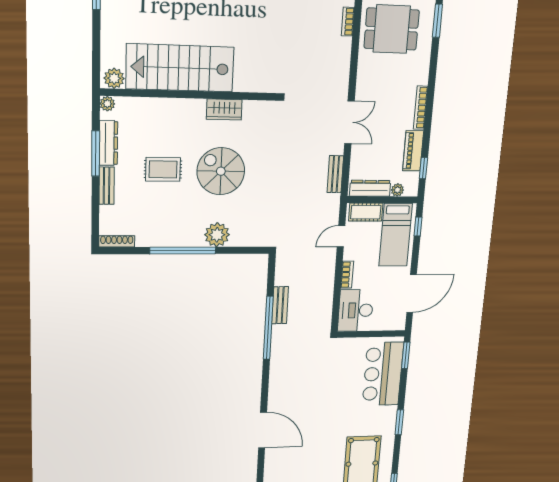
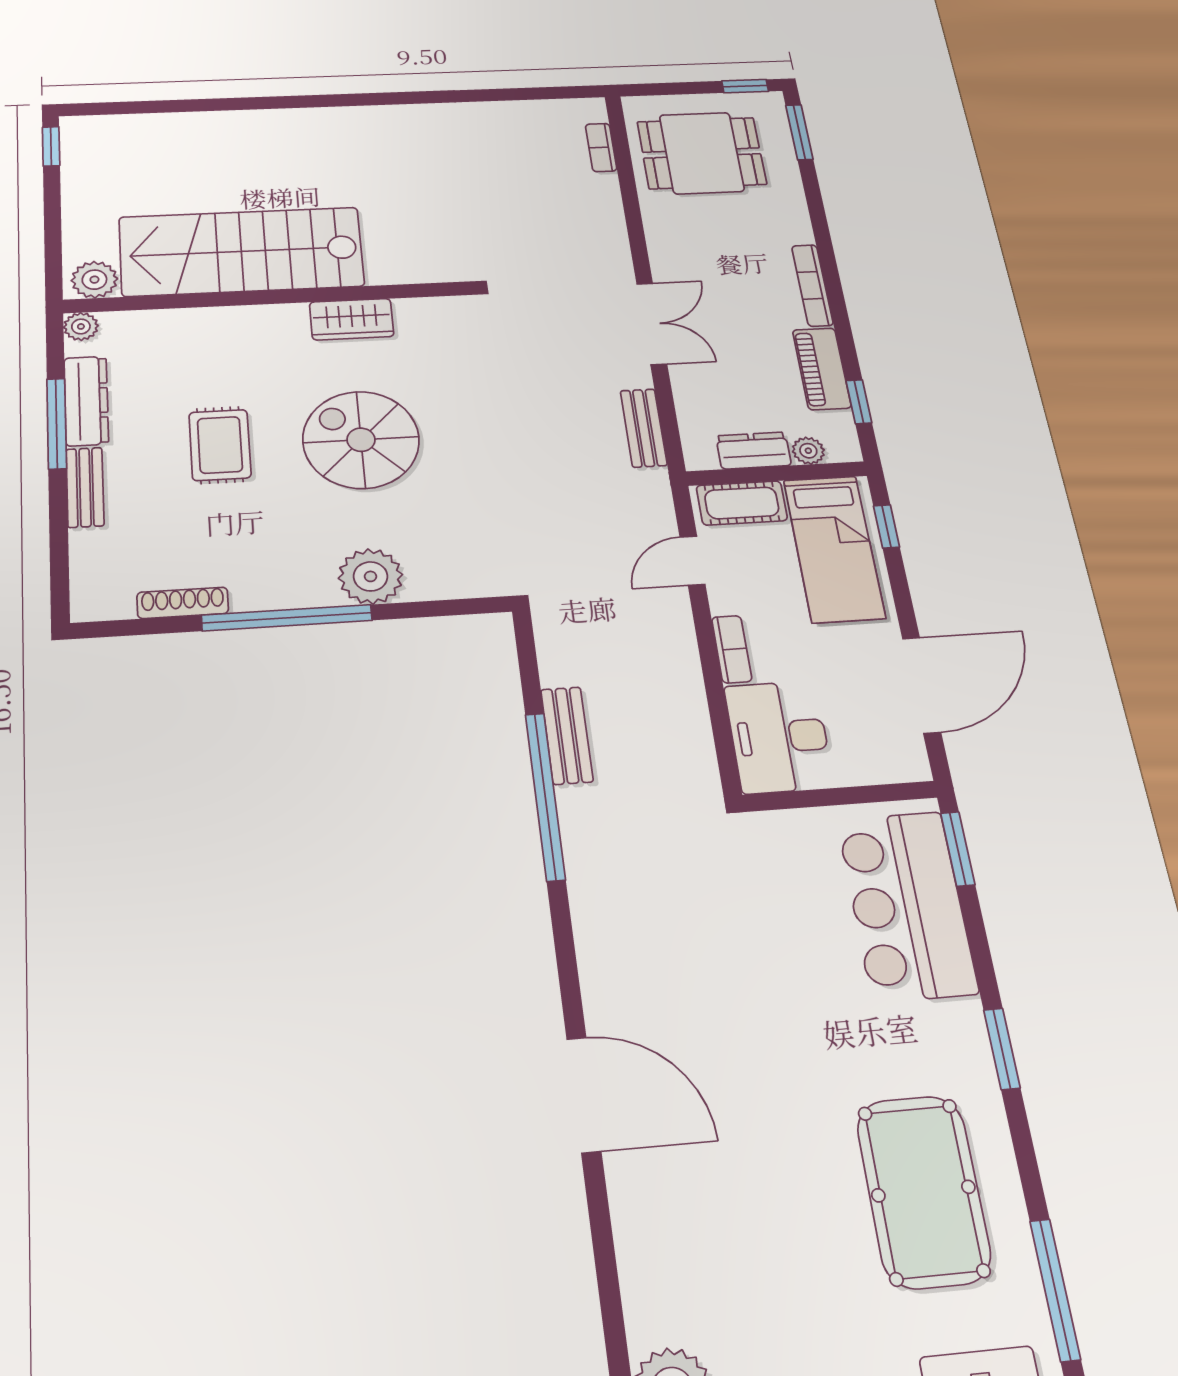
rug: (163, 169) -> (220, 445), turned 90
dresser: (370, 188) -> (754, 451), width x0.70
shoe rack: (117, 241) -> (183, 603), moved

